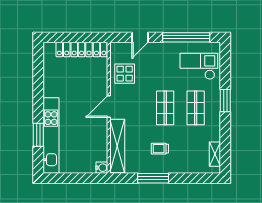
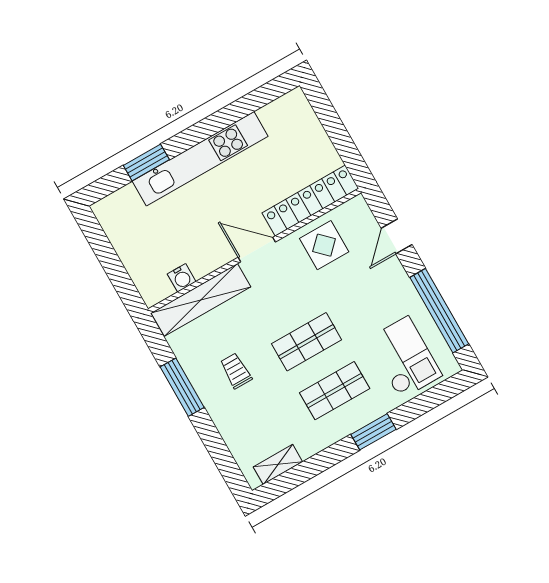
door: (140, 37) -> (397, 236), hinge flipped
locker: (82, 50) -> (310, 201), moved, turned 90
kitchen unit: (51, 136) -> (200, 159), moved
water cooler: (102, 168) -> (182, 278), moved

